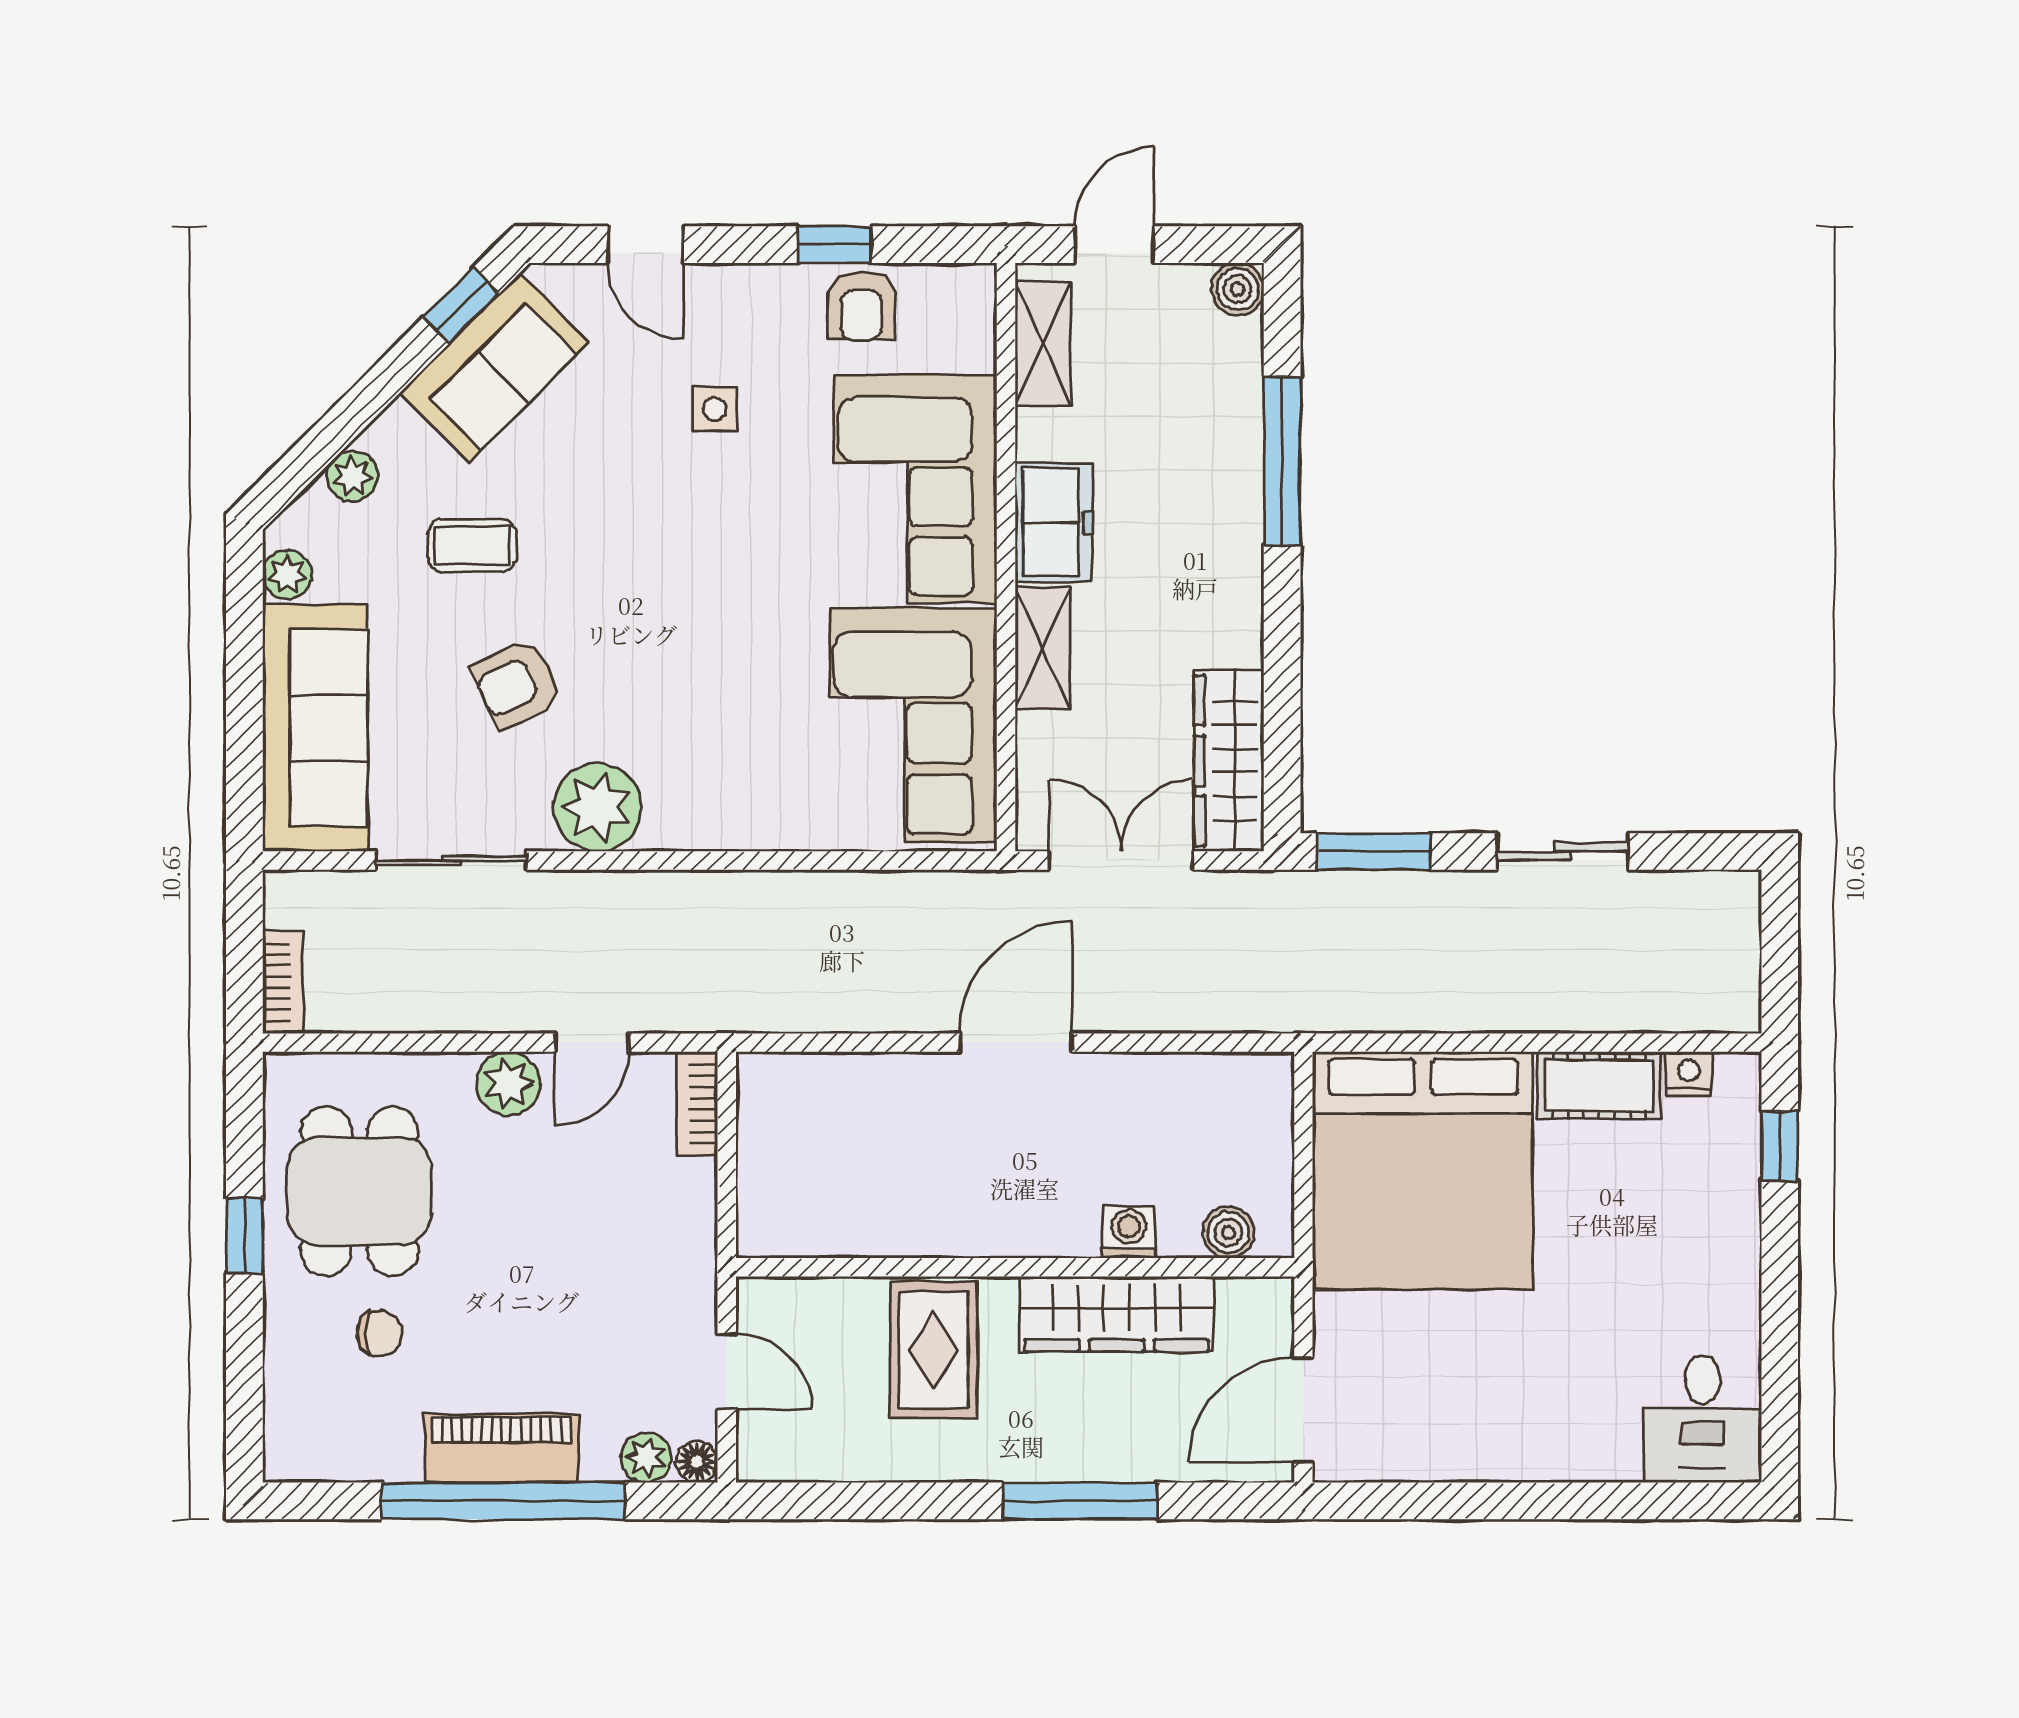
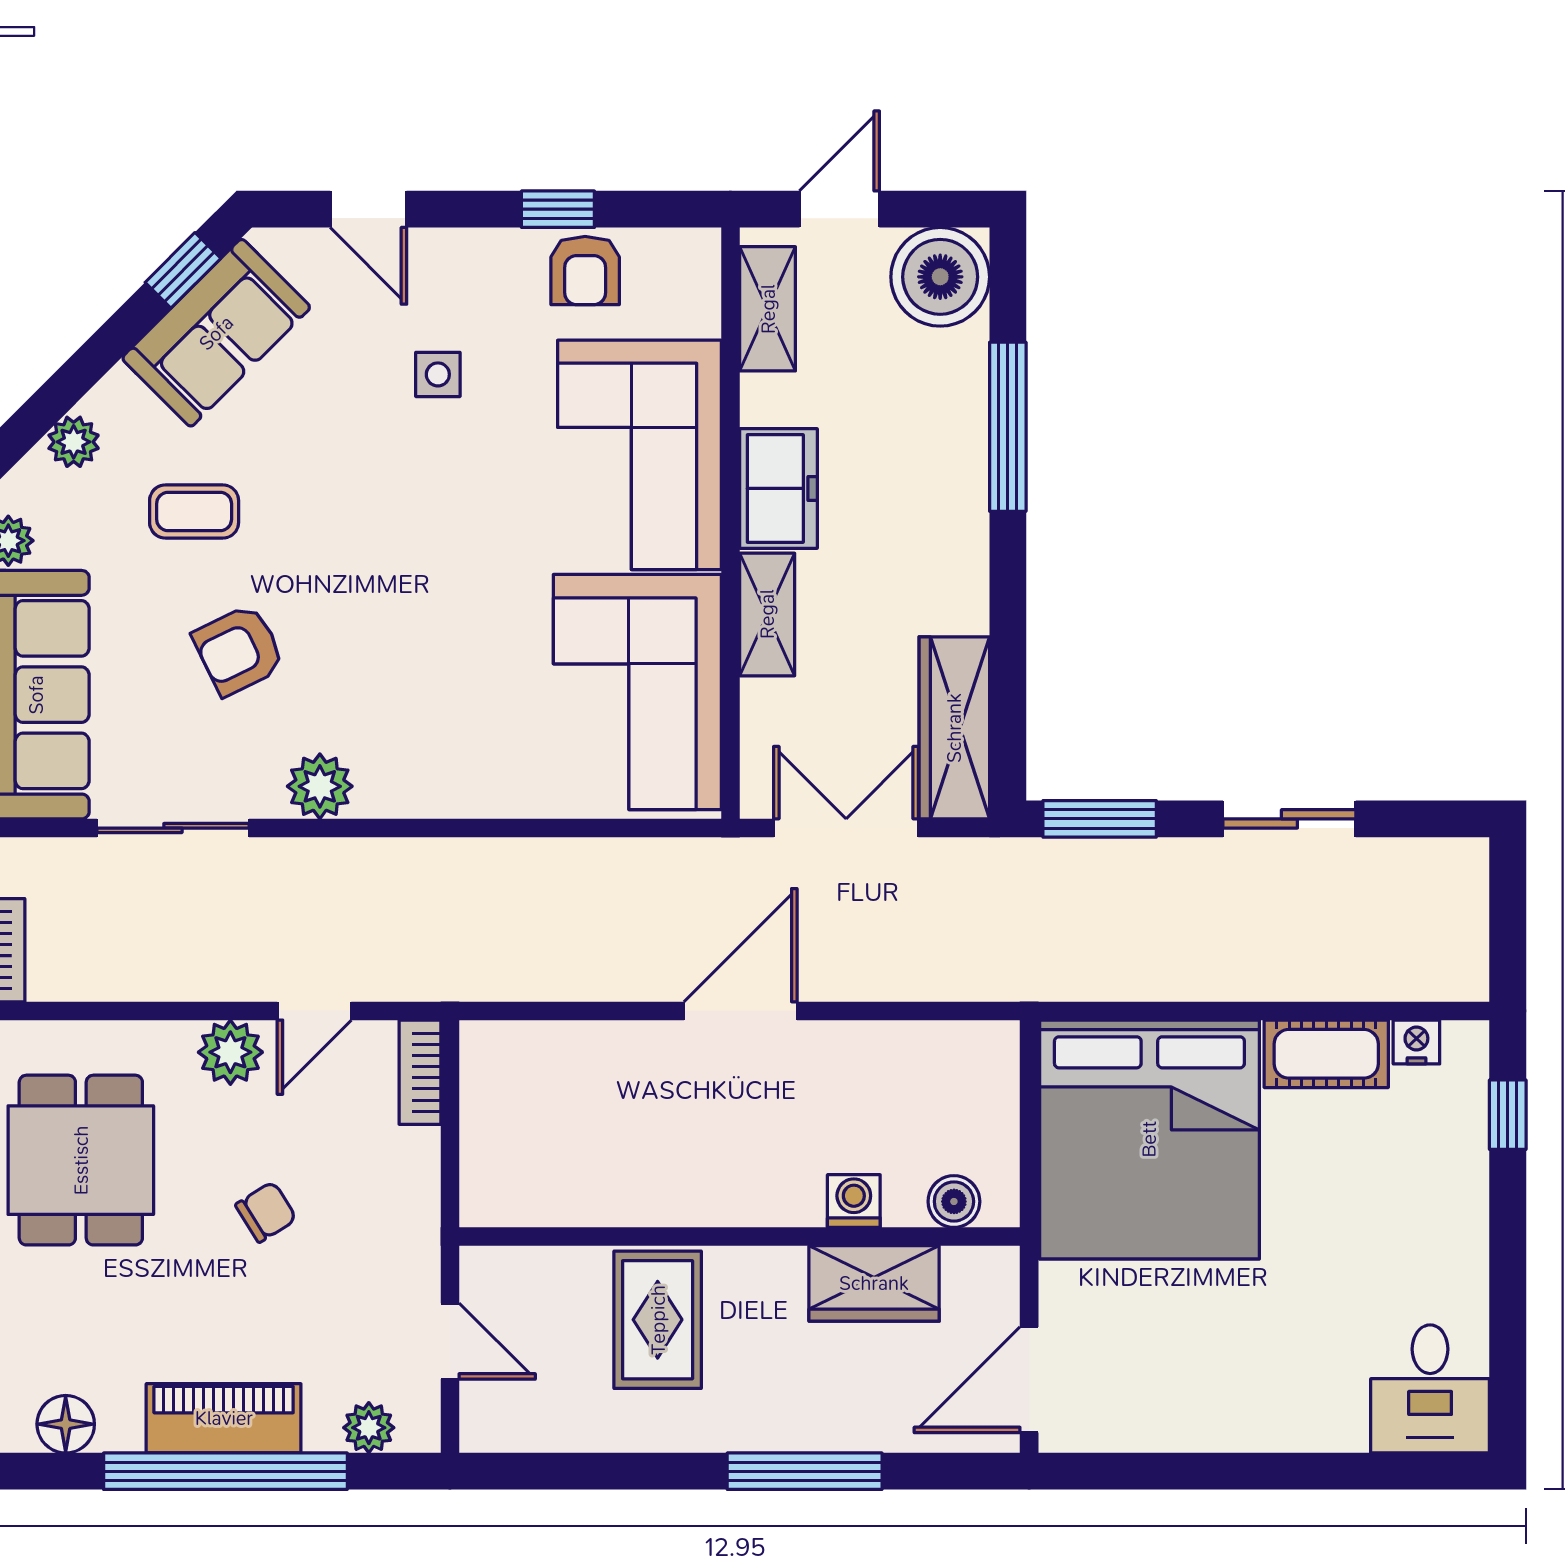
boiler: (1238, 289) -> (940, 277), width x1.86, depth x1.86
plant: (597, 807) -> (320, 786), width x0.73, depth x0.73
wardrobe: (1117, 1314) -> (874, 1283), width x0.67
chair: (379, 1334) -> (266, 1212), moved, turned -33
floor lamp: (697, 1462) -> (66, 1424), moved, width x1.37, depth x1.37

